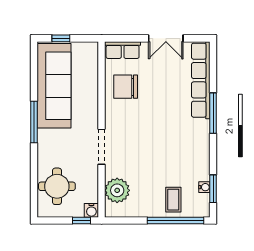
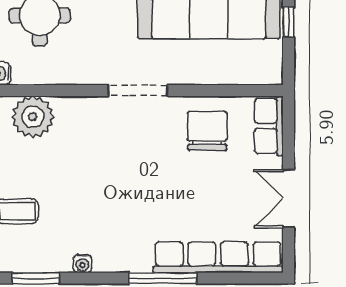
doorway: (102, 147) -> (138, 91), moved
water cooler: (204, 187) -> (82, 264), moved

